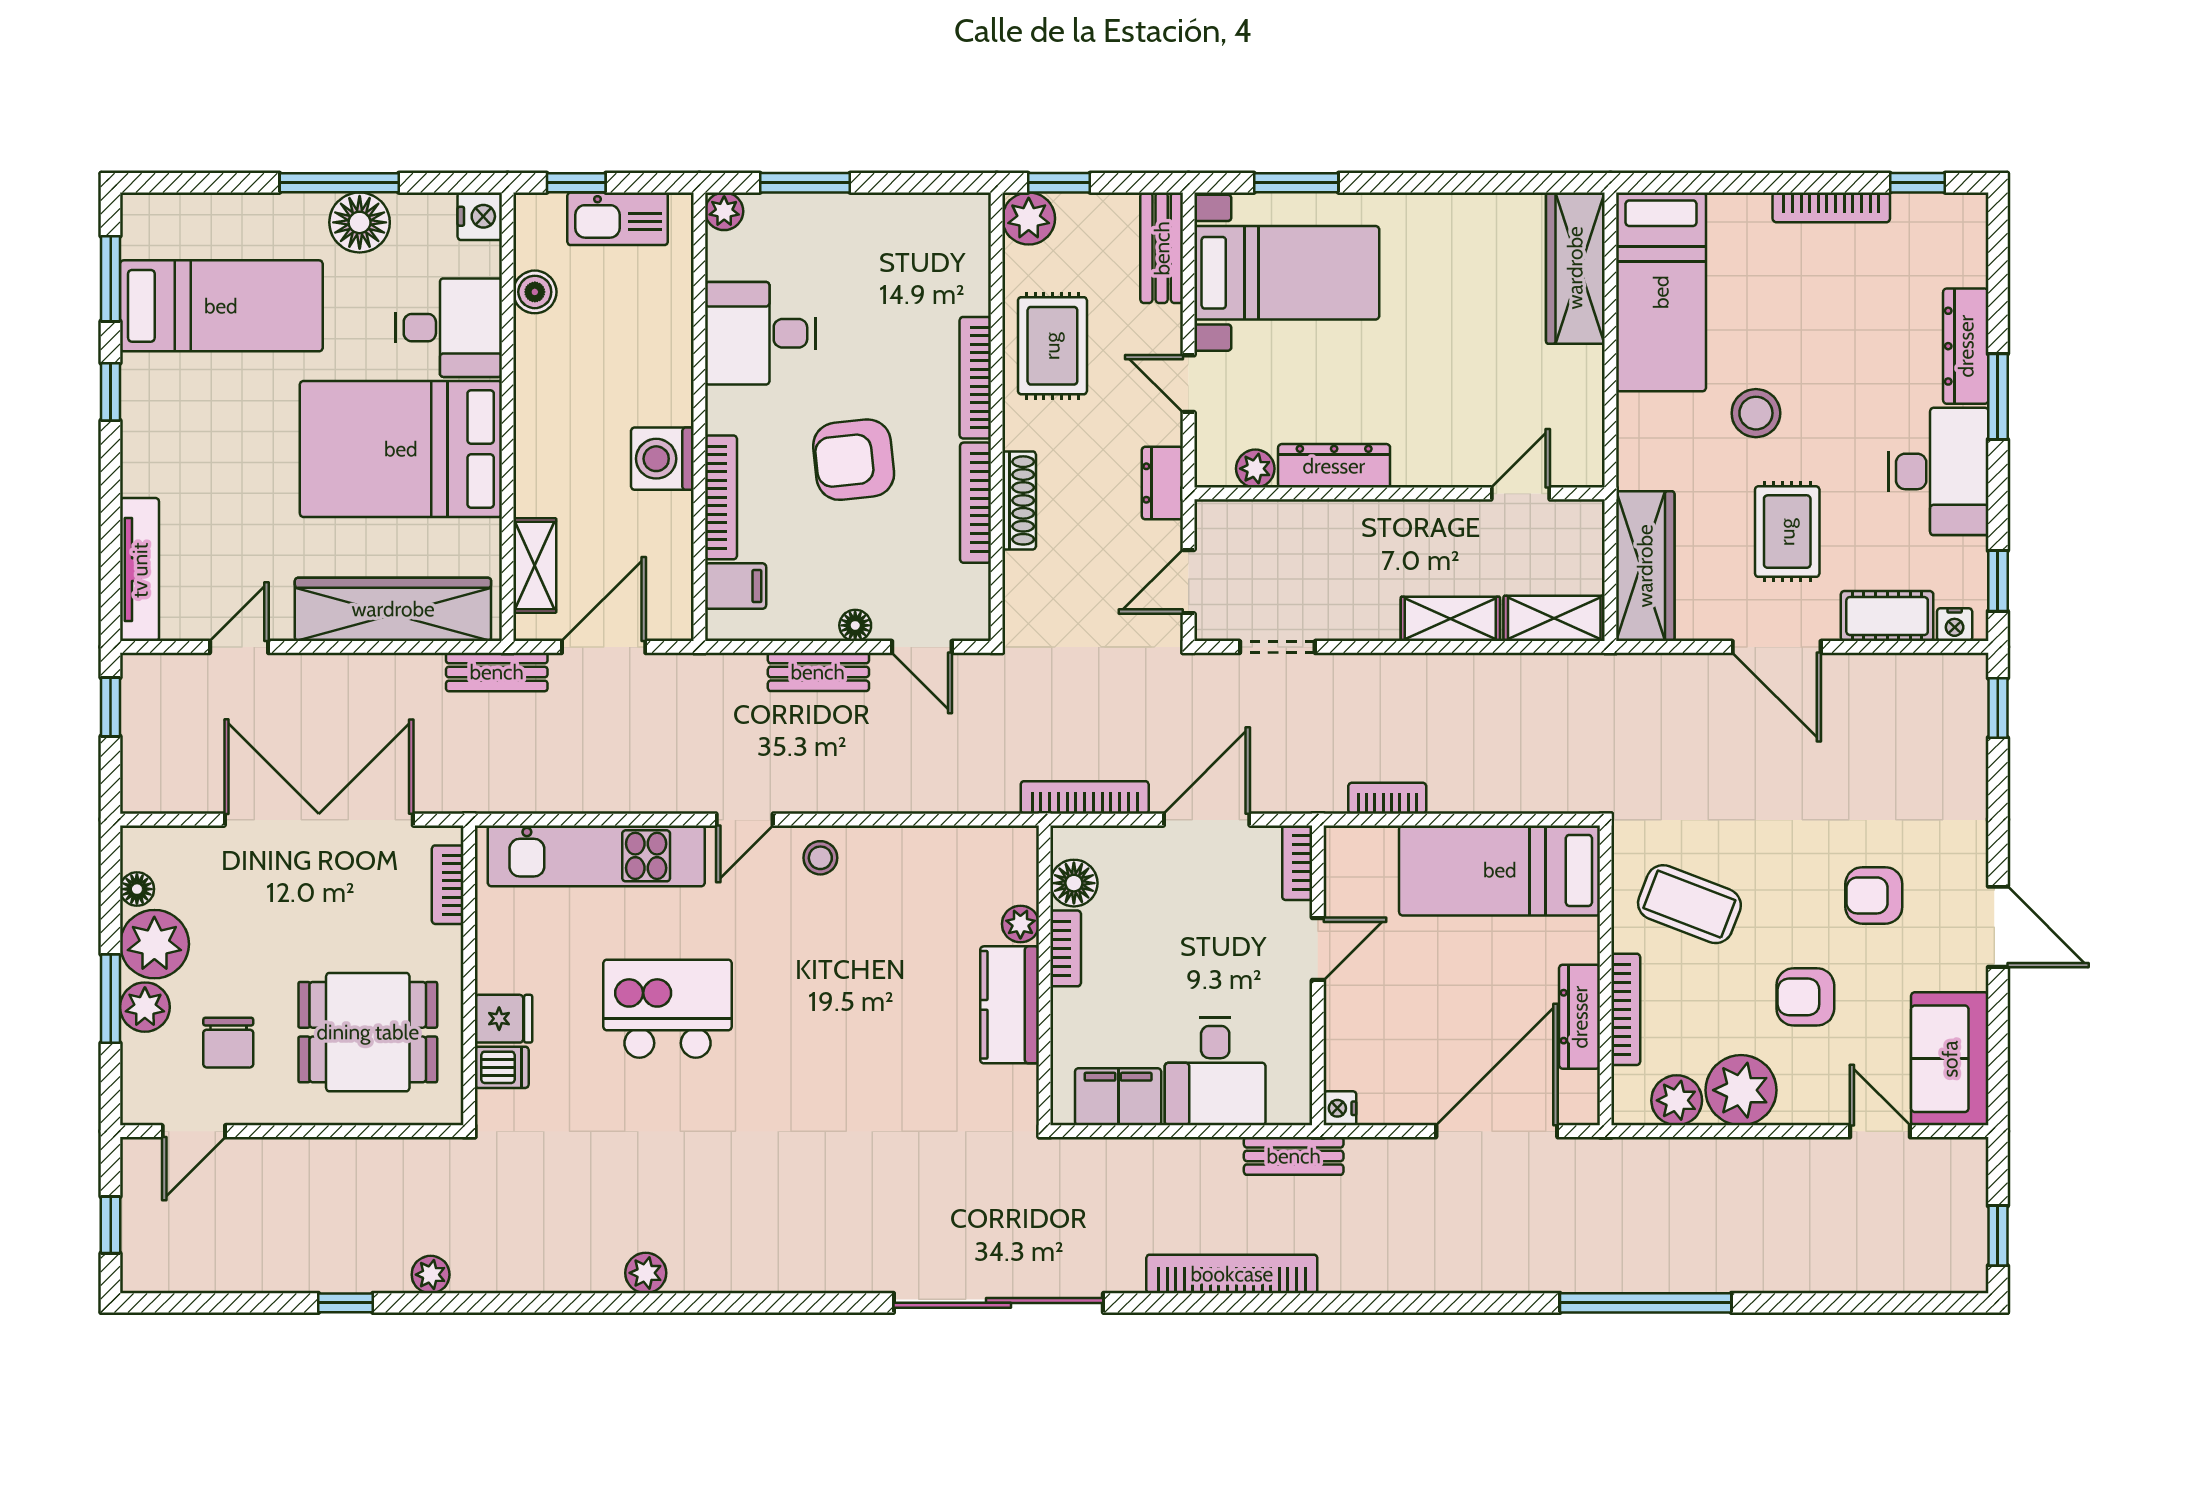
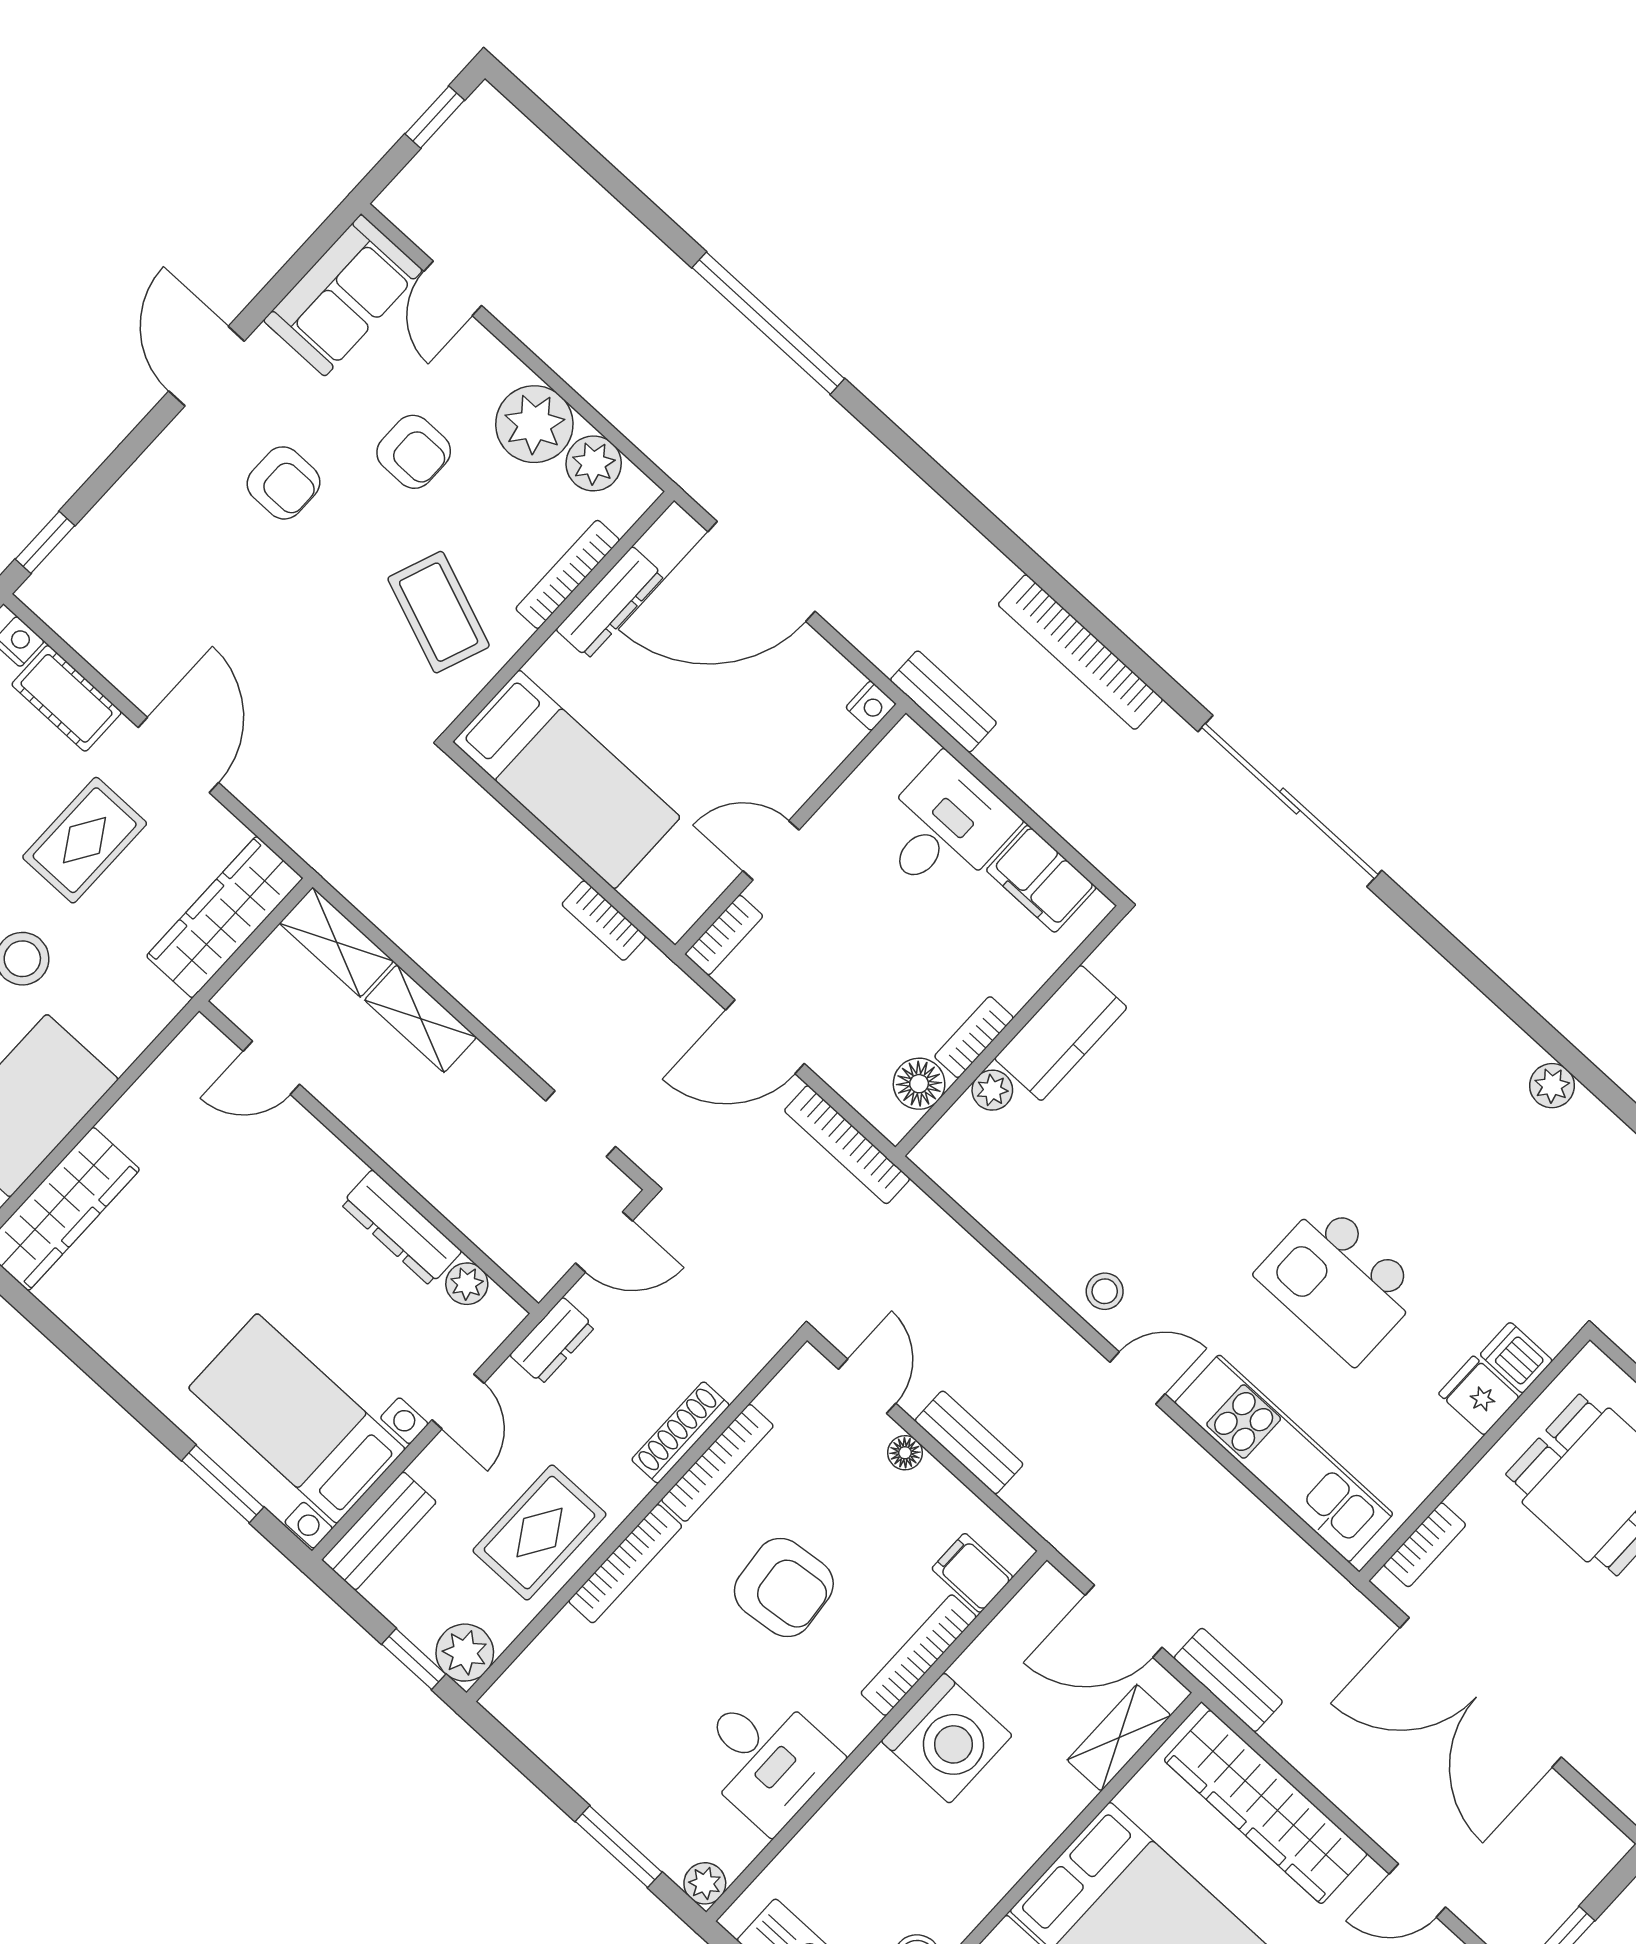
washing machine: (662, 459) -> (947, 1738), width x1.37, depth x1.37

